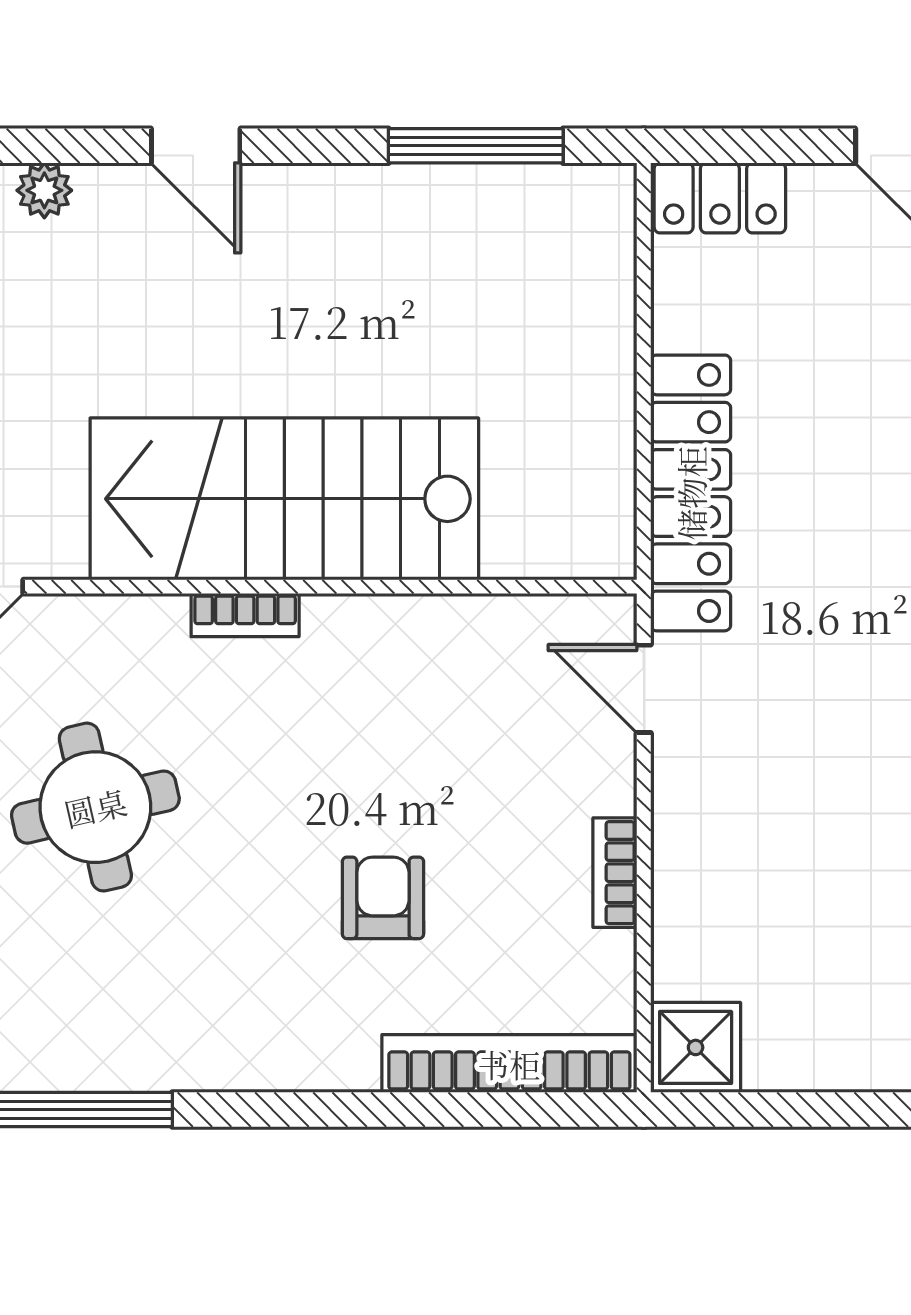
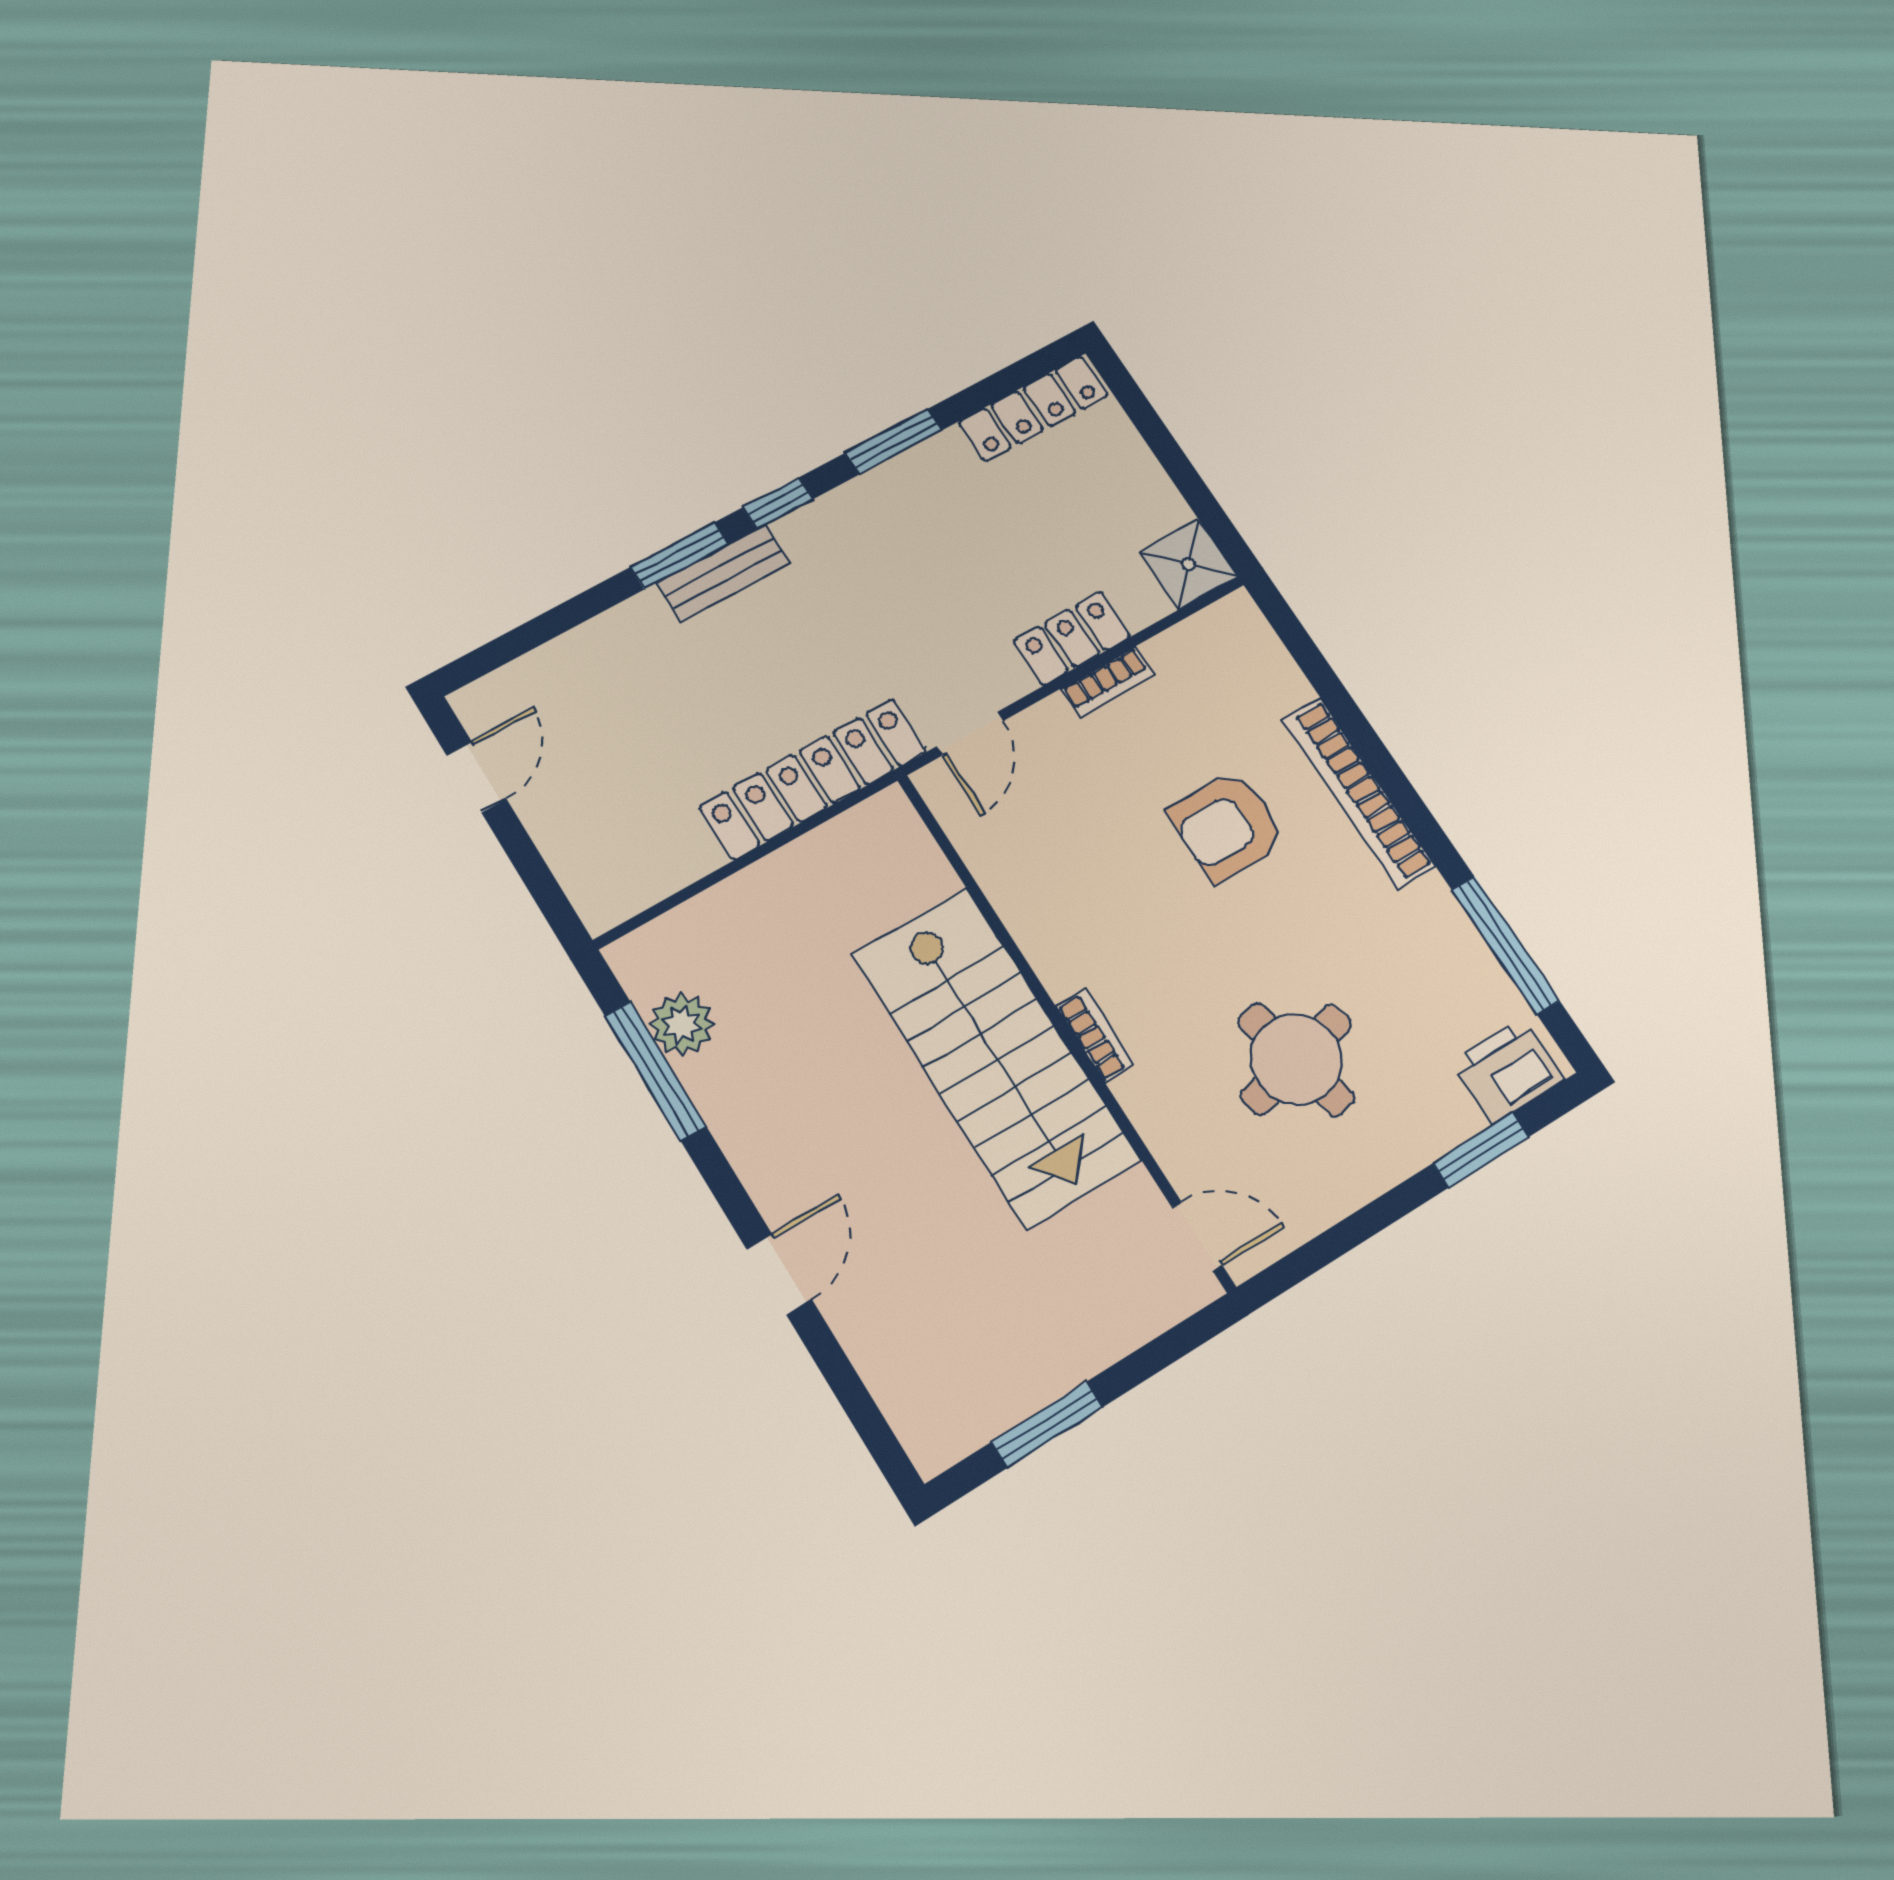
plant: (44, 190) -> (682, 1025), moved, width x1.38, depth x1.38
locker: (720, 198) -> (1072, 638), moved, turned -90
armchair: (383, 898) -> (1227, 826), width x1.38, depth x1.38
bookcase: (509, 1064) -> (1358, 792), moved

